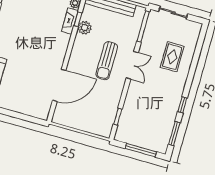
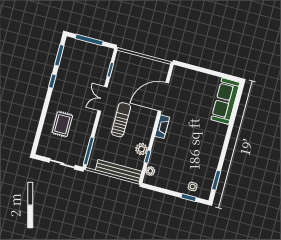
fireplace: (70, 21) -> (162, 127), moved
double door: (132, 65) -> (103, 99), moved

